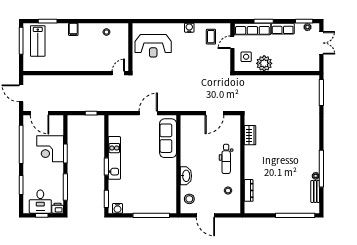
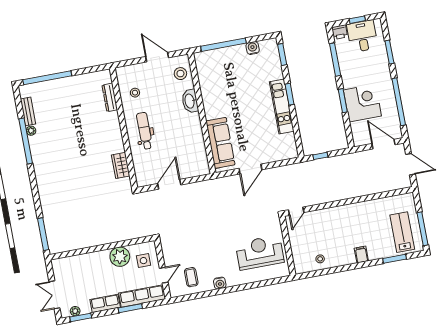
water cooler: (117, 208) -> (253, 48), moved

